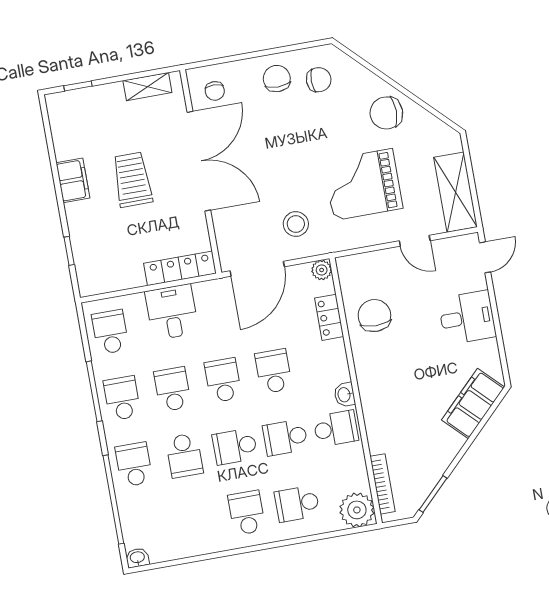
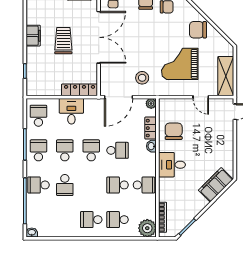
desk: (467, 318) -> (172, 165), moved, turned 180
school desk: (274, 371) -> (118, 150), turned 90
washbasin: (345, 395) -> (151, 146), moved
school desk: (235, 446) -> (91, 185), removed
school desk: (134, 464) -> (38, 185), turned -90
school desk: (247, 513) -> (91, 220), turned -90

